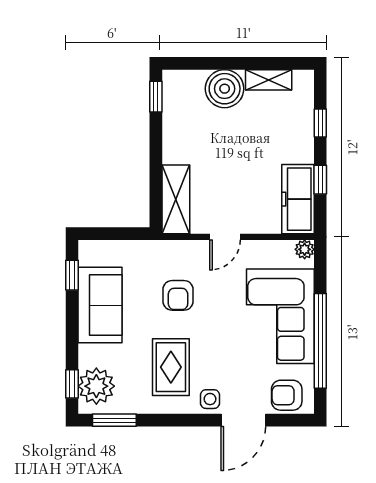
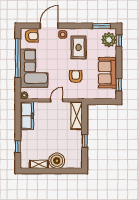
window: (156, 97) -> (85, 141), moved
window: (320, 180) -> (18, 124), removed

